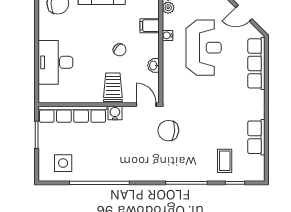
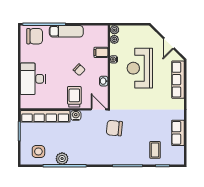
door: (244, 13) -> (169, 43), hinge flipped
reception desk: (204, 48) -> (140, 68), turned 180
plant: (96, 173) -> (62, 159), added

